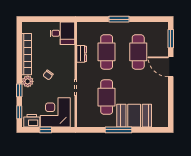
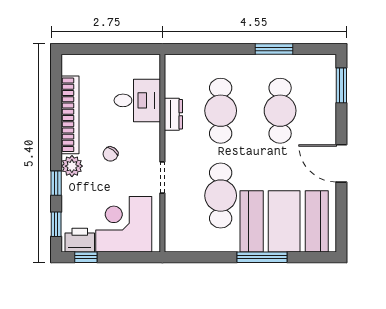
window: (119, 19) -> (274, 49), moved
desk: (62, 33) -> (137, 100), moved
door: (171, 67) -> (341, 163), moved
booth: (134, 116) -> (284, 221), width x1.36, depth x1.42
window: (46, 130) -> (86, 257), moved
window: (119, 130) -> (262, 257), moved

